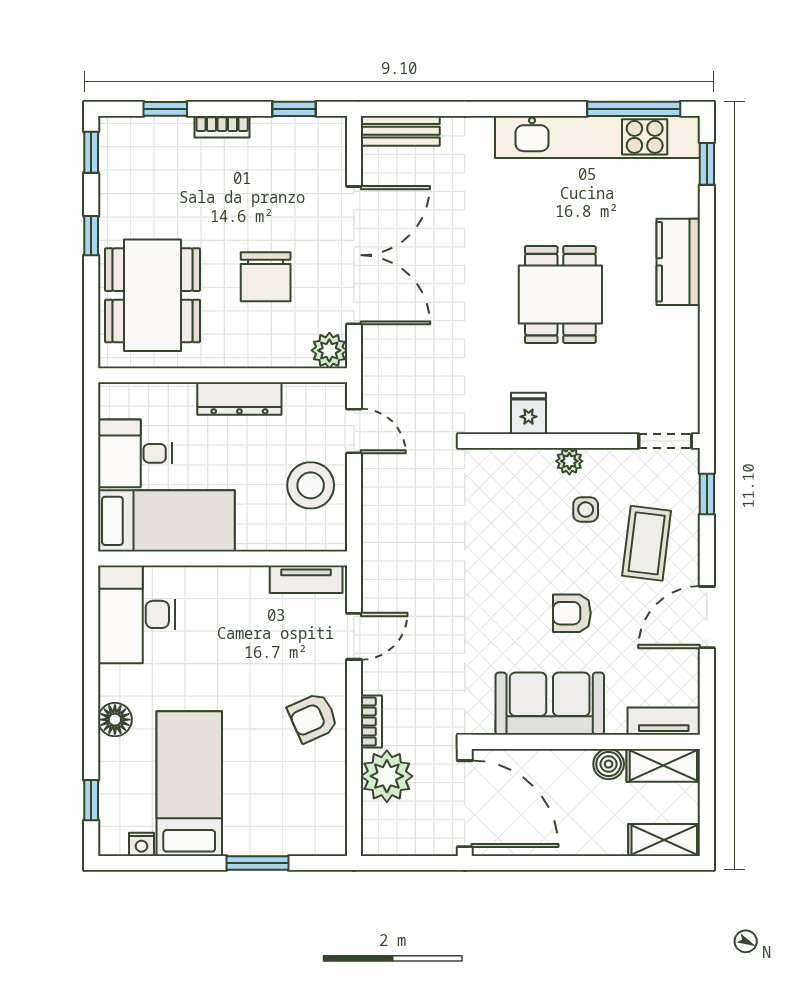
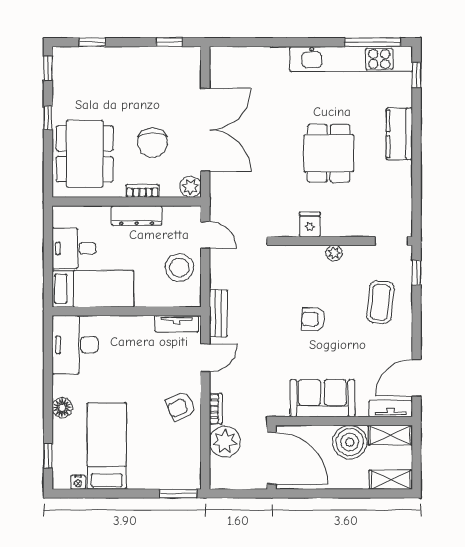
bookcase: (222, 127) -> (142, 191), moved, turned 180
bench: (400, 131) -> (218, 313), moved, turned 90
side table: (586, 510) -> (344, 282), removed
armchair: (572, 613) -> (313, 319), moved
door: (707, 617) -> (416, 378), moved
boiler: (609, 764) -> (350, 442), width x1.86, depth x1.86
window: (258, 863) -> (178, 493), moved

